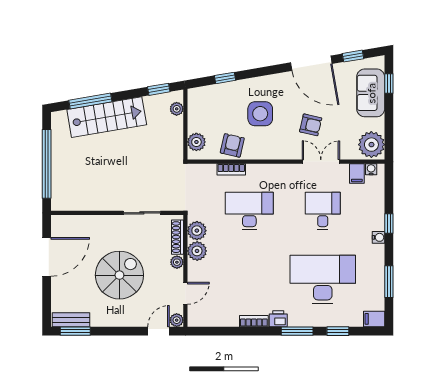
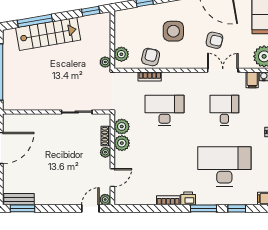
plant: (177, 109) -> (105, 62), moved
shoe rack: (177, 237) -> (106, 136), width x0.70
spiral stairs: (119, 275) -> (59, 163), removed

